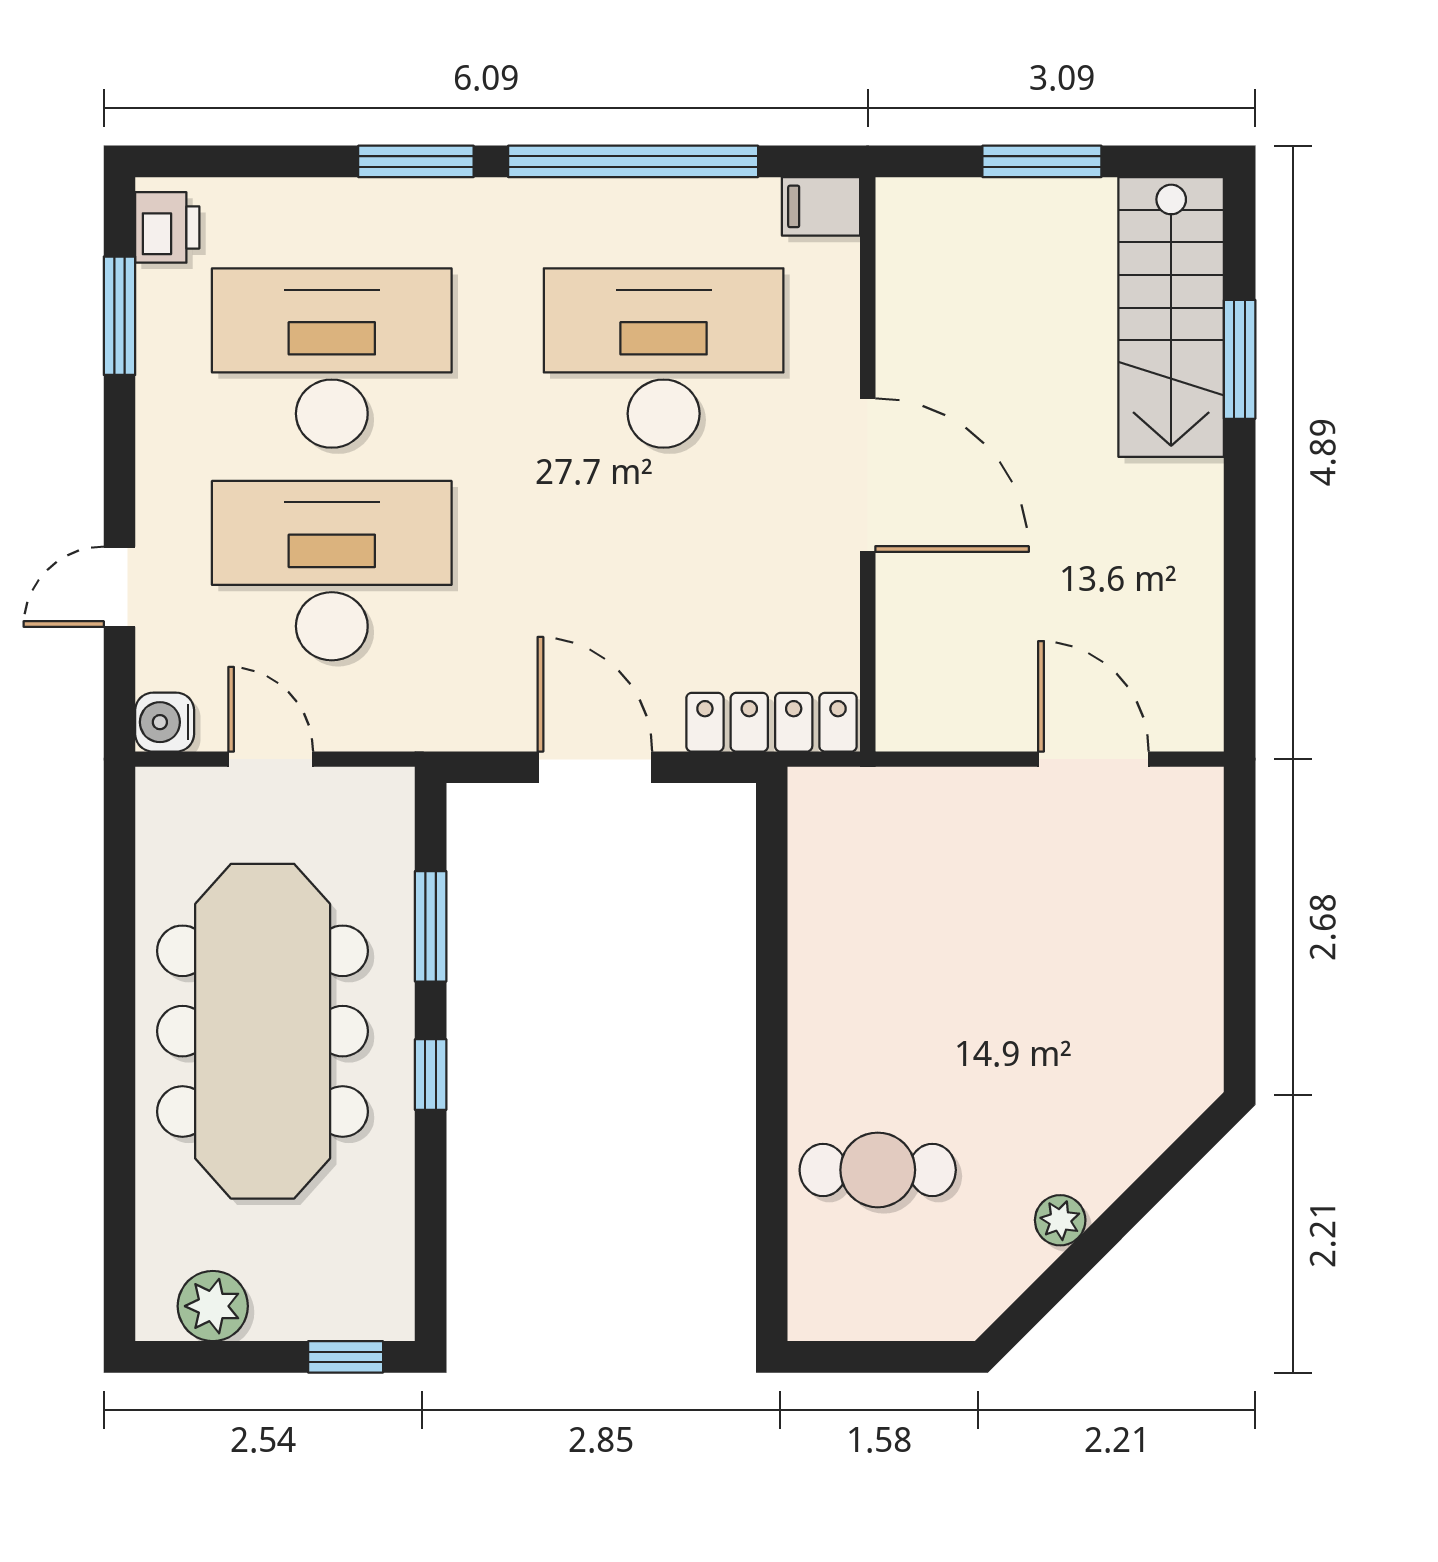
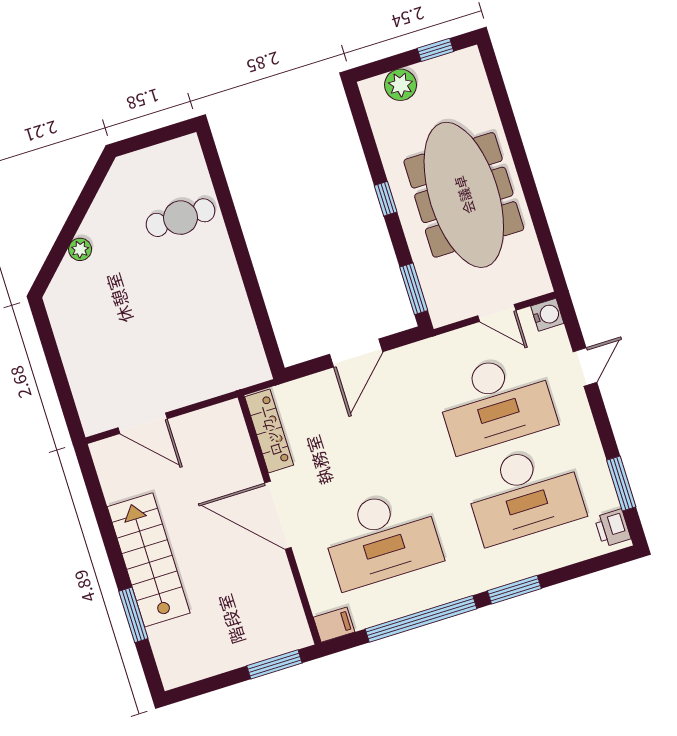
window: (1042, 161) -> (274, 664), moved
stairs: (1171, 317) -> (149, 560), moved
locker: (771, 722) -> (269, 431), moved, turned -90
door: (595, 767) -> (356, 353), hinge flipped
window: (431, 926) -> (414, 289), moved
plant: (1060, 1220) -> (80, 249), moved
plant: (213, 1306) -> (401, 85), moved
window: (346, 1357) -> (435, 50), moved

